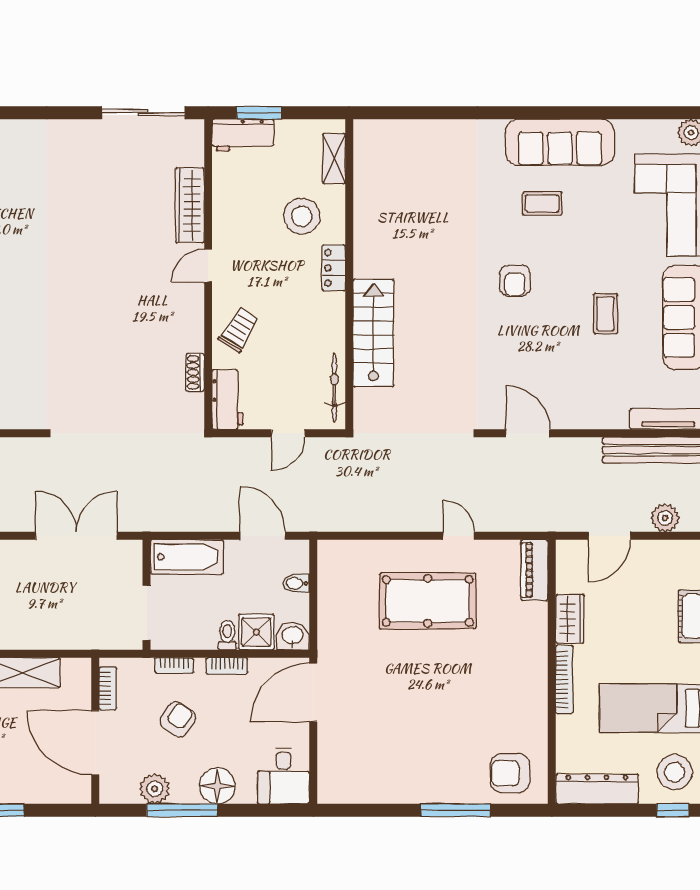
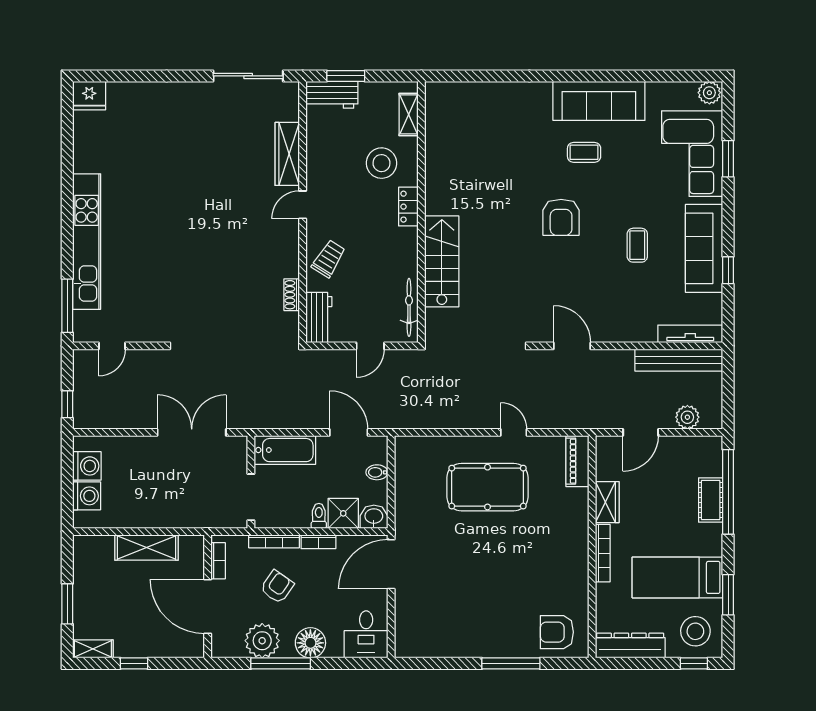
armchair: (515, 281) -> (561, 217), width x1.38, depth x1.38
bookcase: (174, 665) -> (274, 541), width x1.56
plant: (155, 789) -> (262, 641), width x1.36, depth x1.36

